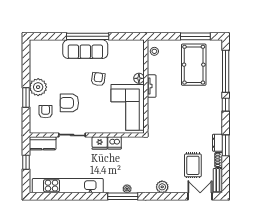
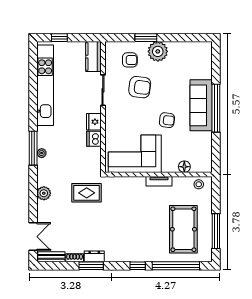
pool table: (194, 65) -> (183, 229), turned 90
floor lamp: (139, 78) -> (184, 167), moved
armchair: (69, 103) -> (140, 87), turned 97
window: (26, 162) -> (59, 38), moved
rug: (193, 165) -> (87, 193), moved

